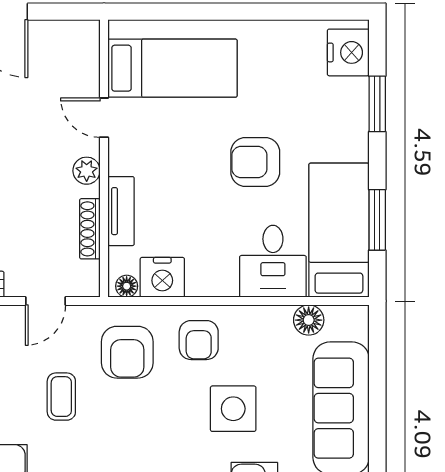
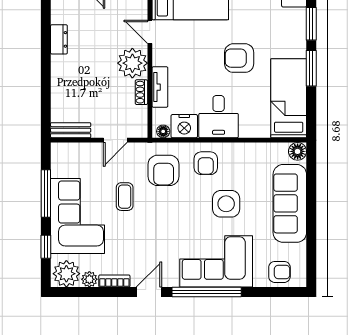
plant: (87, 171) -> (132, 63), width x1.88, depth x1.88
window: (377, 220) -> (311, 68), moved
shoe rack: (90, 229) -> (141, 92), width x0.70
desk: (273, 261) -> (219, 117), moved
floor lamp: (309, 320) -> (298, 151), moved

